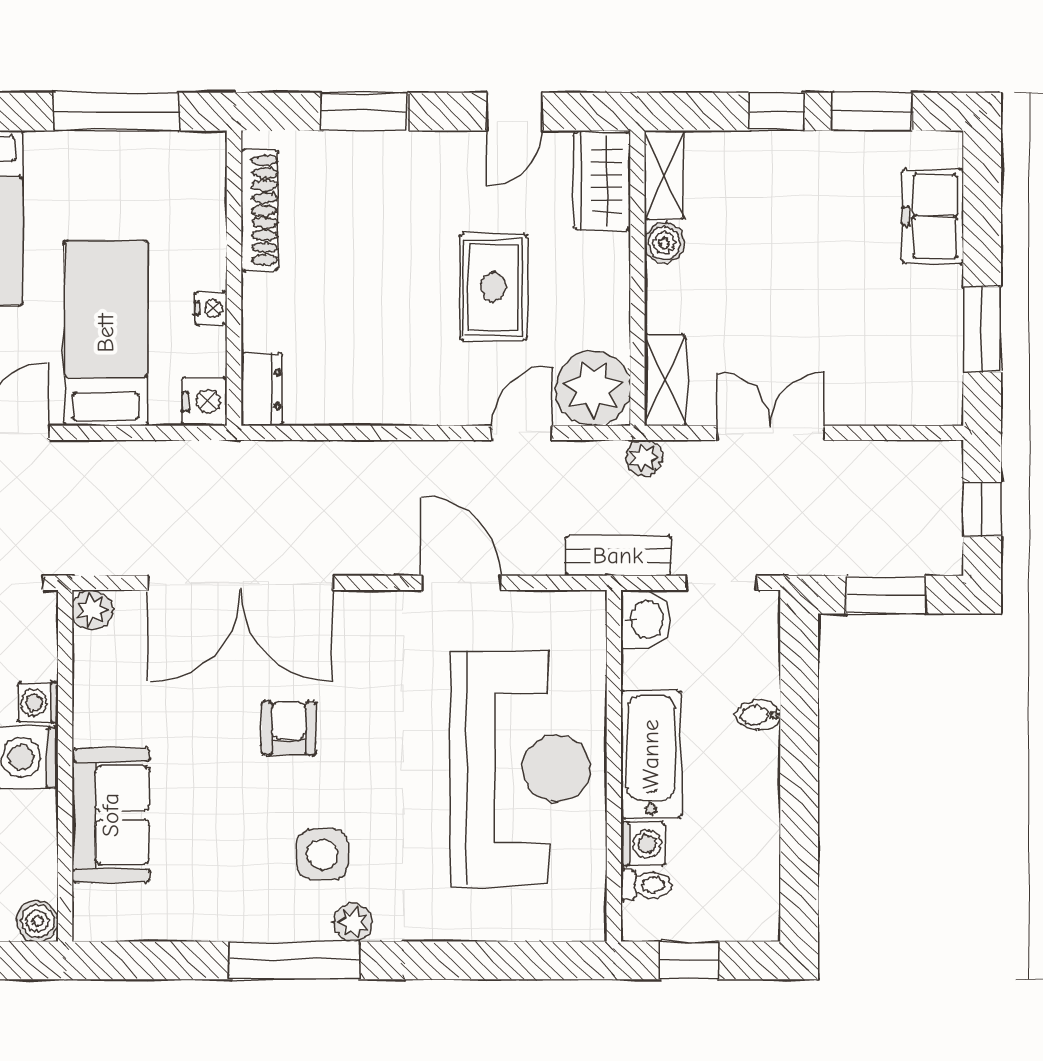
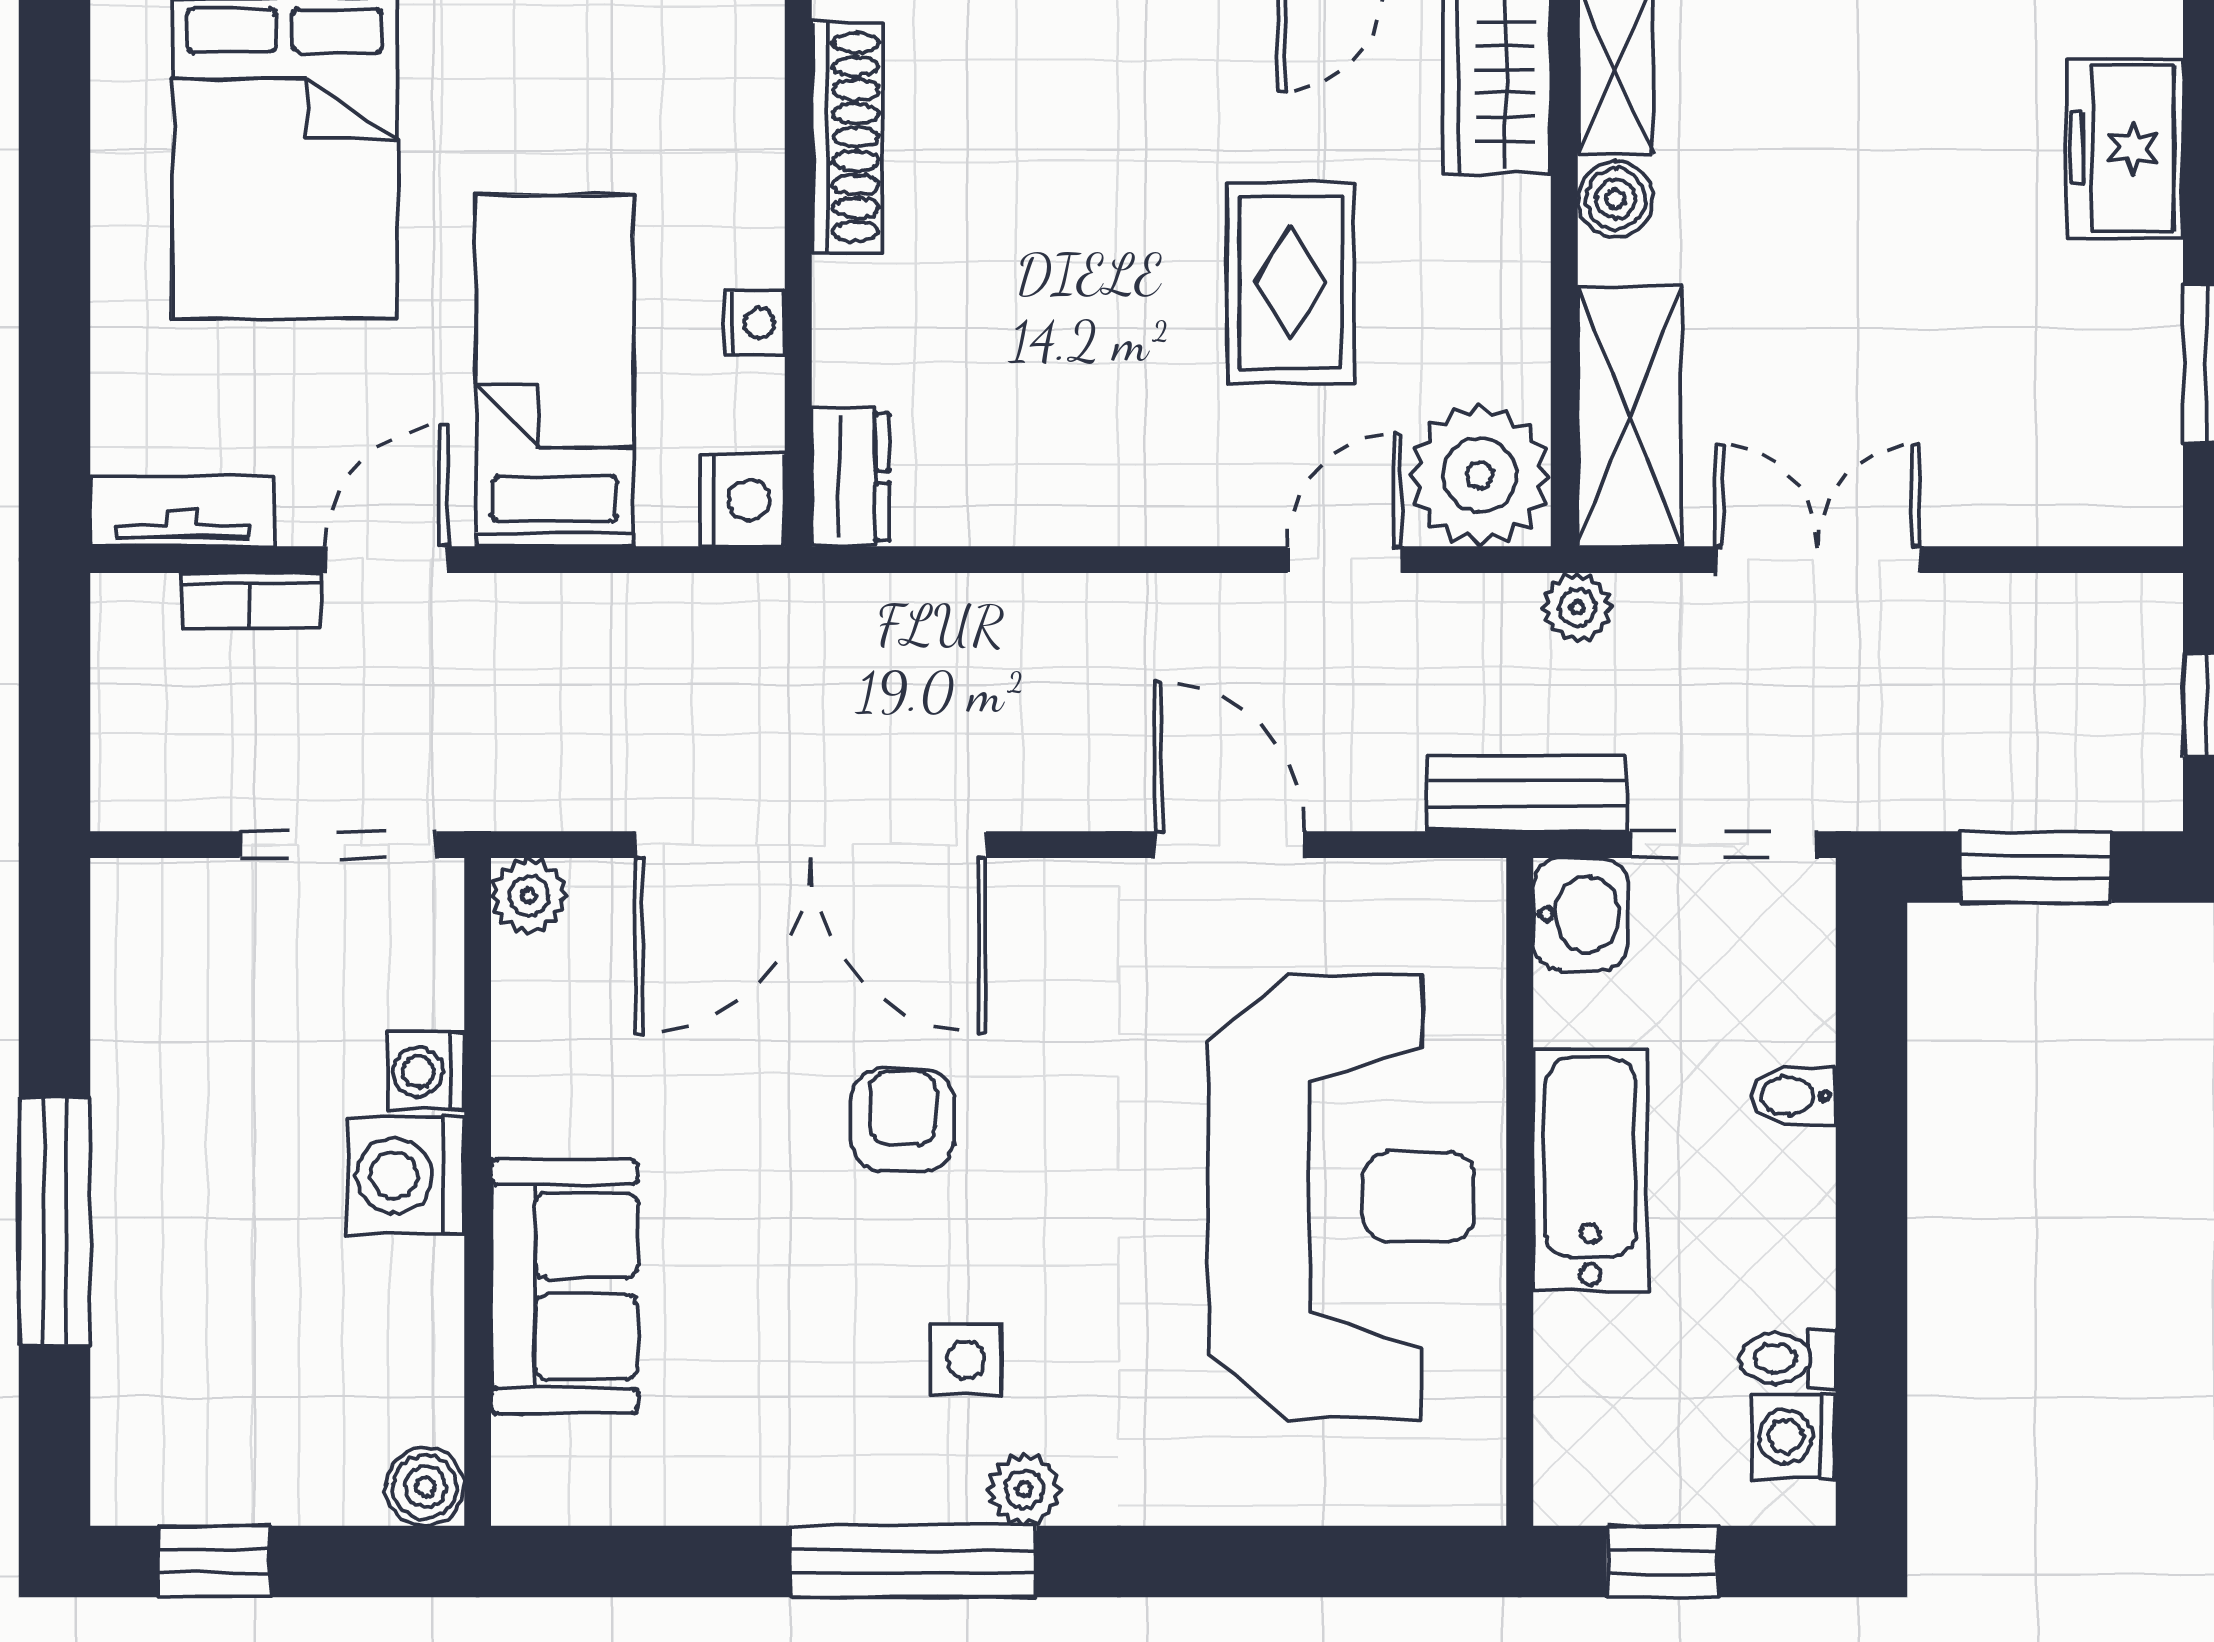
shelving: (665, 380) -> (1630, 416), width x1.50, depth x1.33
doorway: (721, 583) -> (1724, 845), width x1.38
washing machine: (643, 844) -> (1794, 1436), moved, turned 180
side table: (322, 854) -> (966, 1360), width x0.73, depth x0.73
toilet: (646, 885) -> (1788, 1358), moved, turned 180

